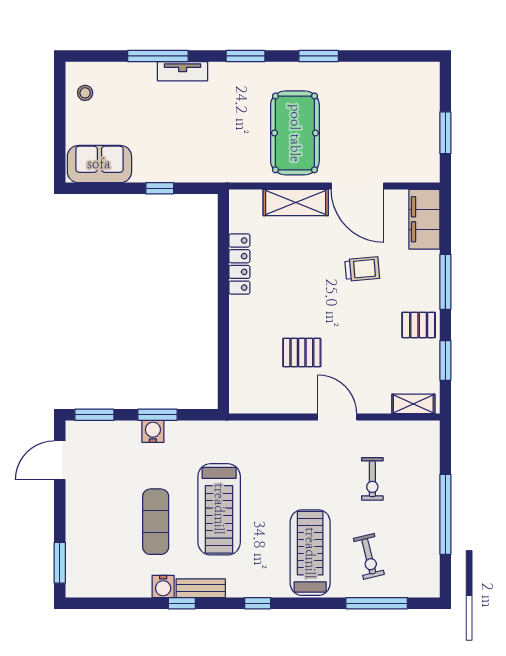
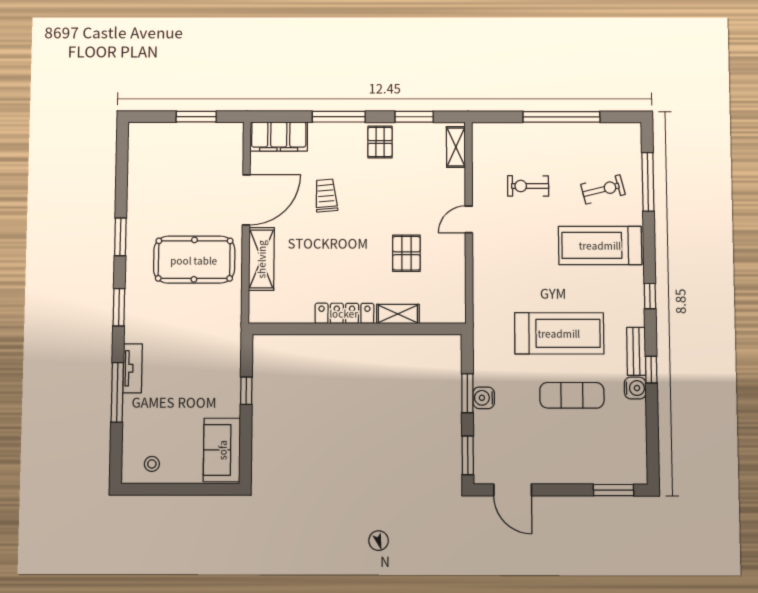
locker: (239, 264) -> (344, 313), moved
shelving: (239, 344) -> (398, 314), added
door: (337, 417) -> (469, 219), width x0.73
exercise bike: (372, 479) -> (528, 186), turned 180

